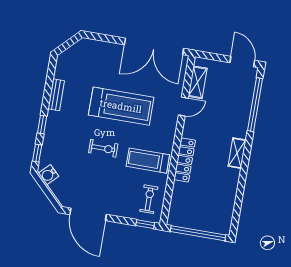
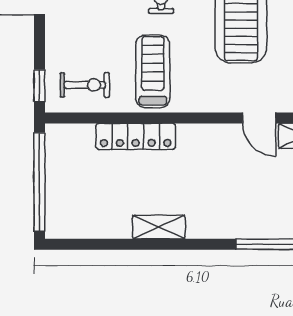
shelving: (237, 153) -> (159, 227), moved
locker: (185, 160) -> (136, 136), moved

